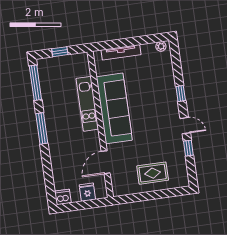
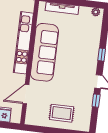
kitchen unit: (87, 104) -> (23, 43), width x1.36

